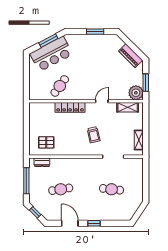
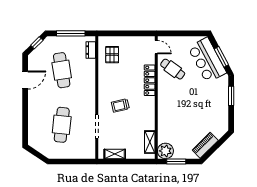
window: (95, 32) -> (231, 96), moved
door: (102, 101) -> (156, 47), moved
cafe table: (61, 189) -> (62, 70), width x1.37, depth x1.35
cafe table: (112, 189) -> (62, 125), width x1.37, depth x1.35
window: (94, 223) -> (25, 106), removed

